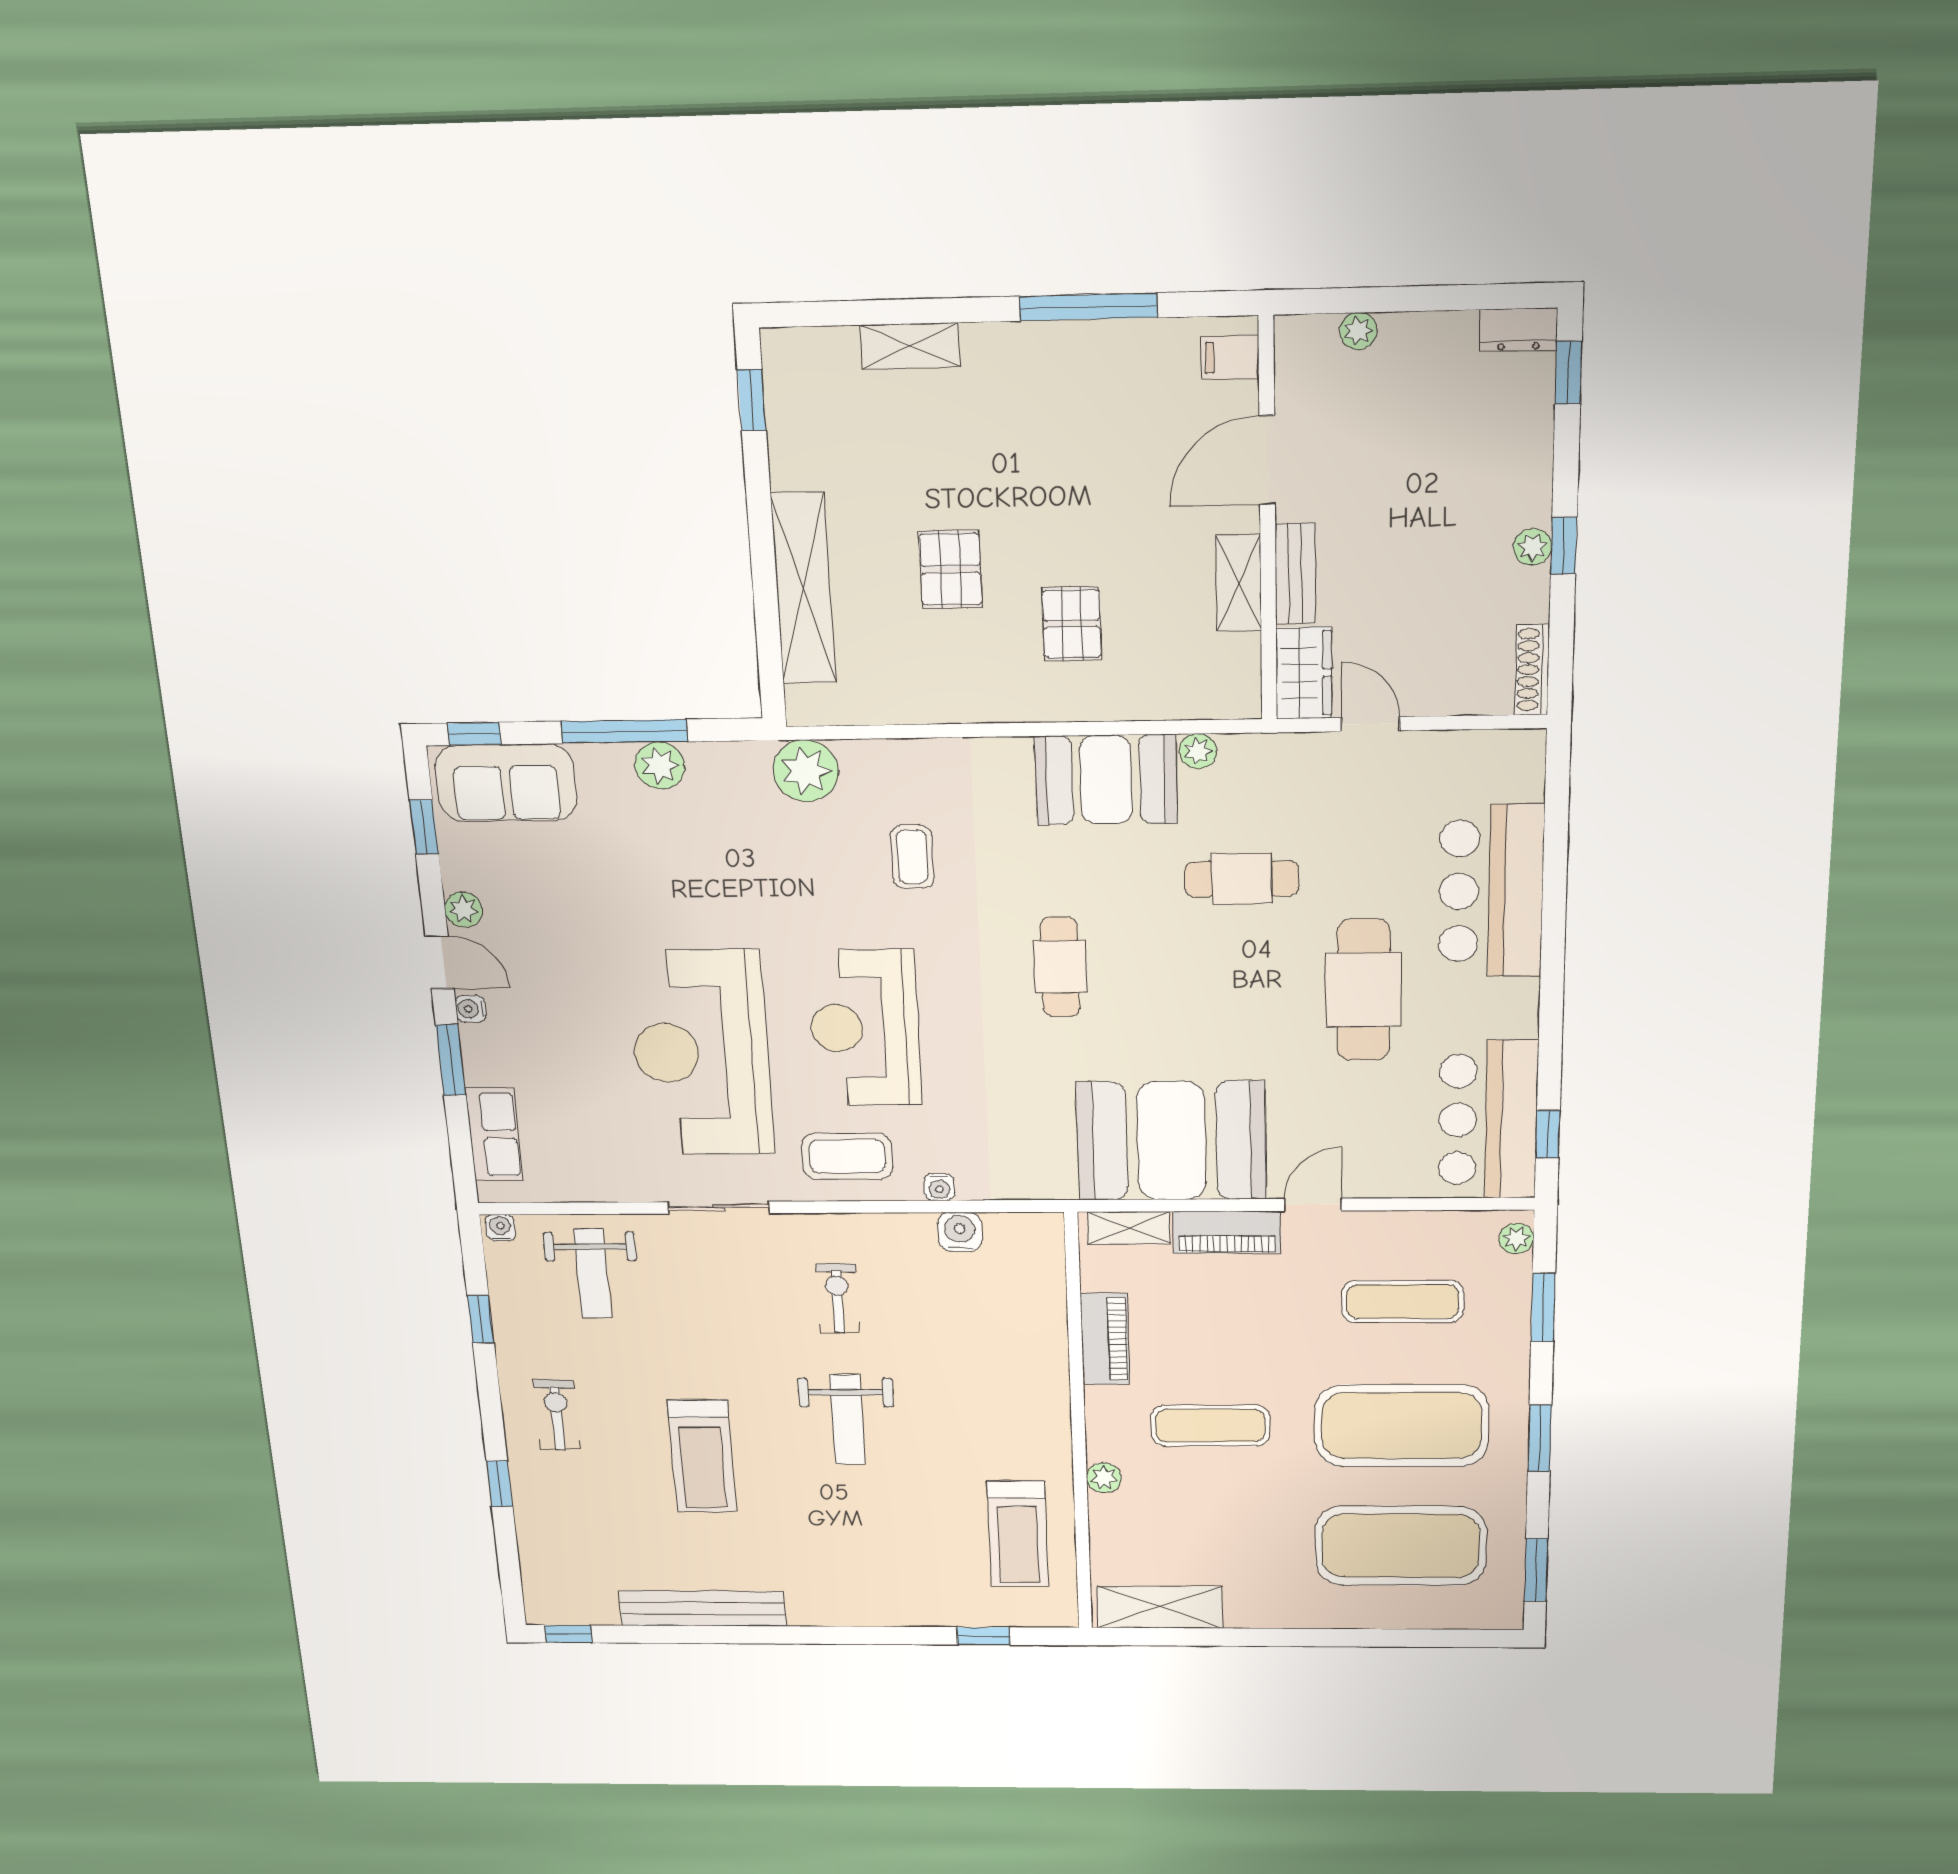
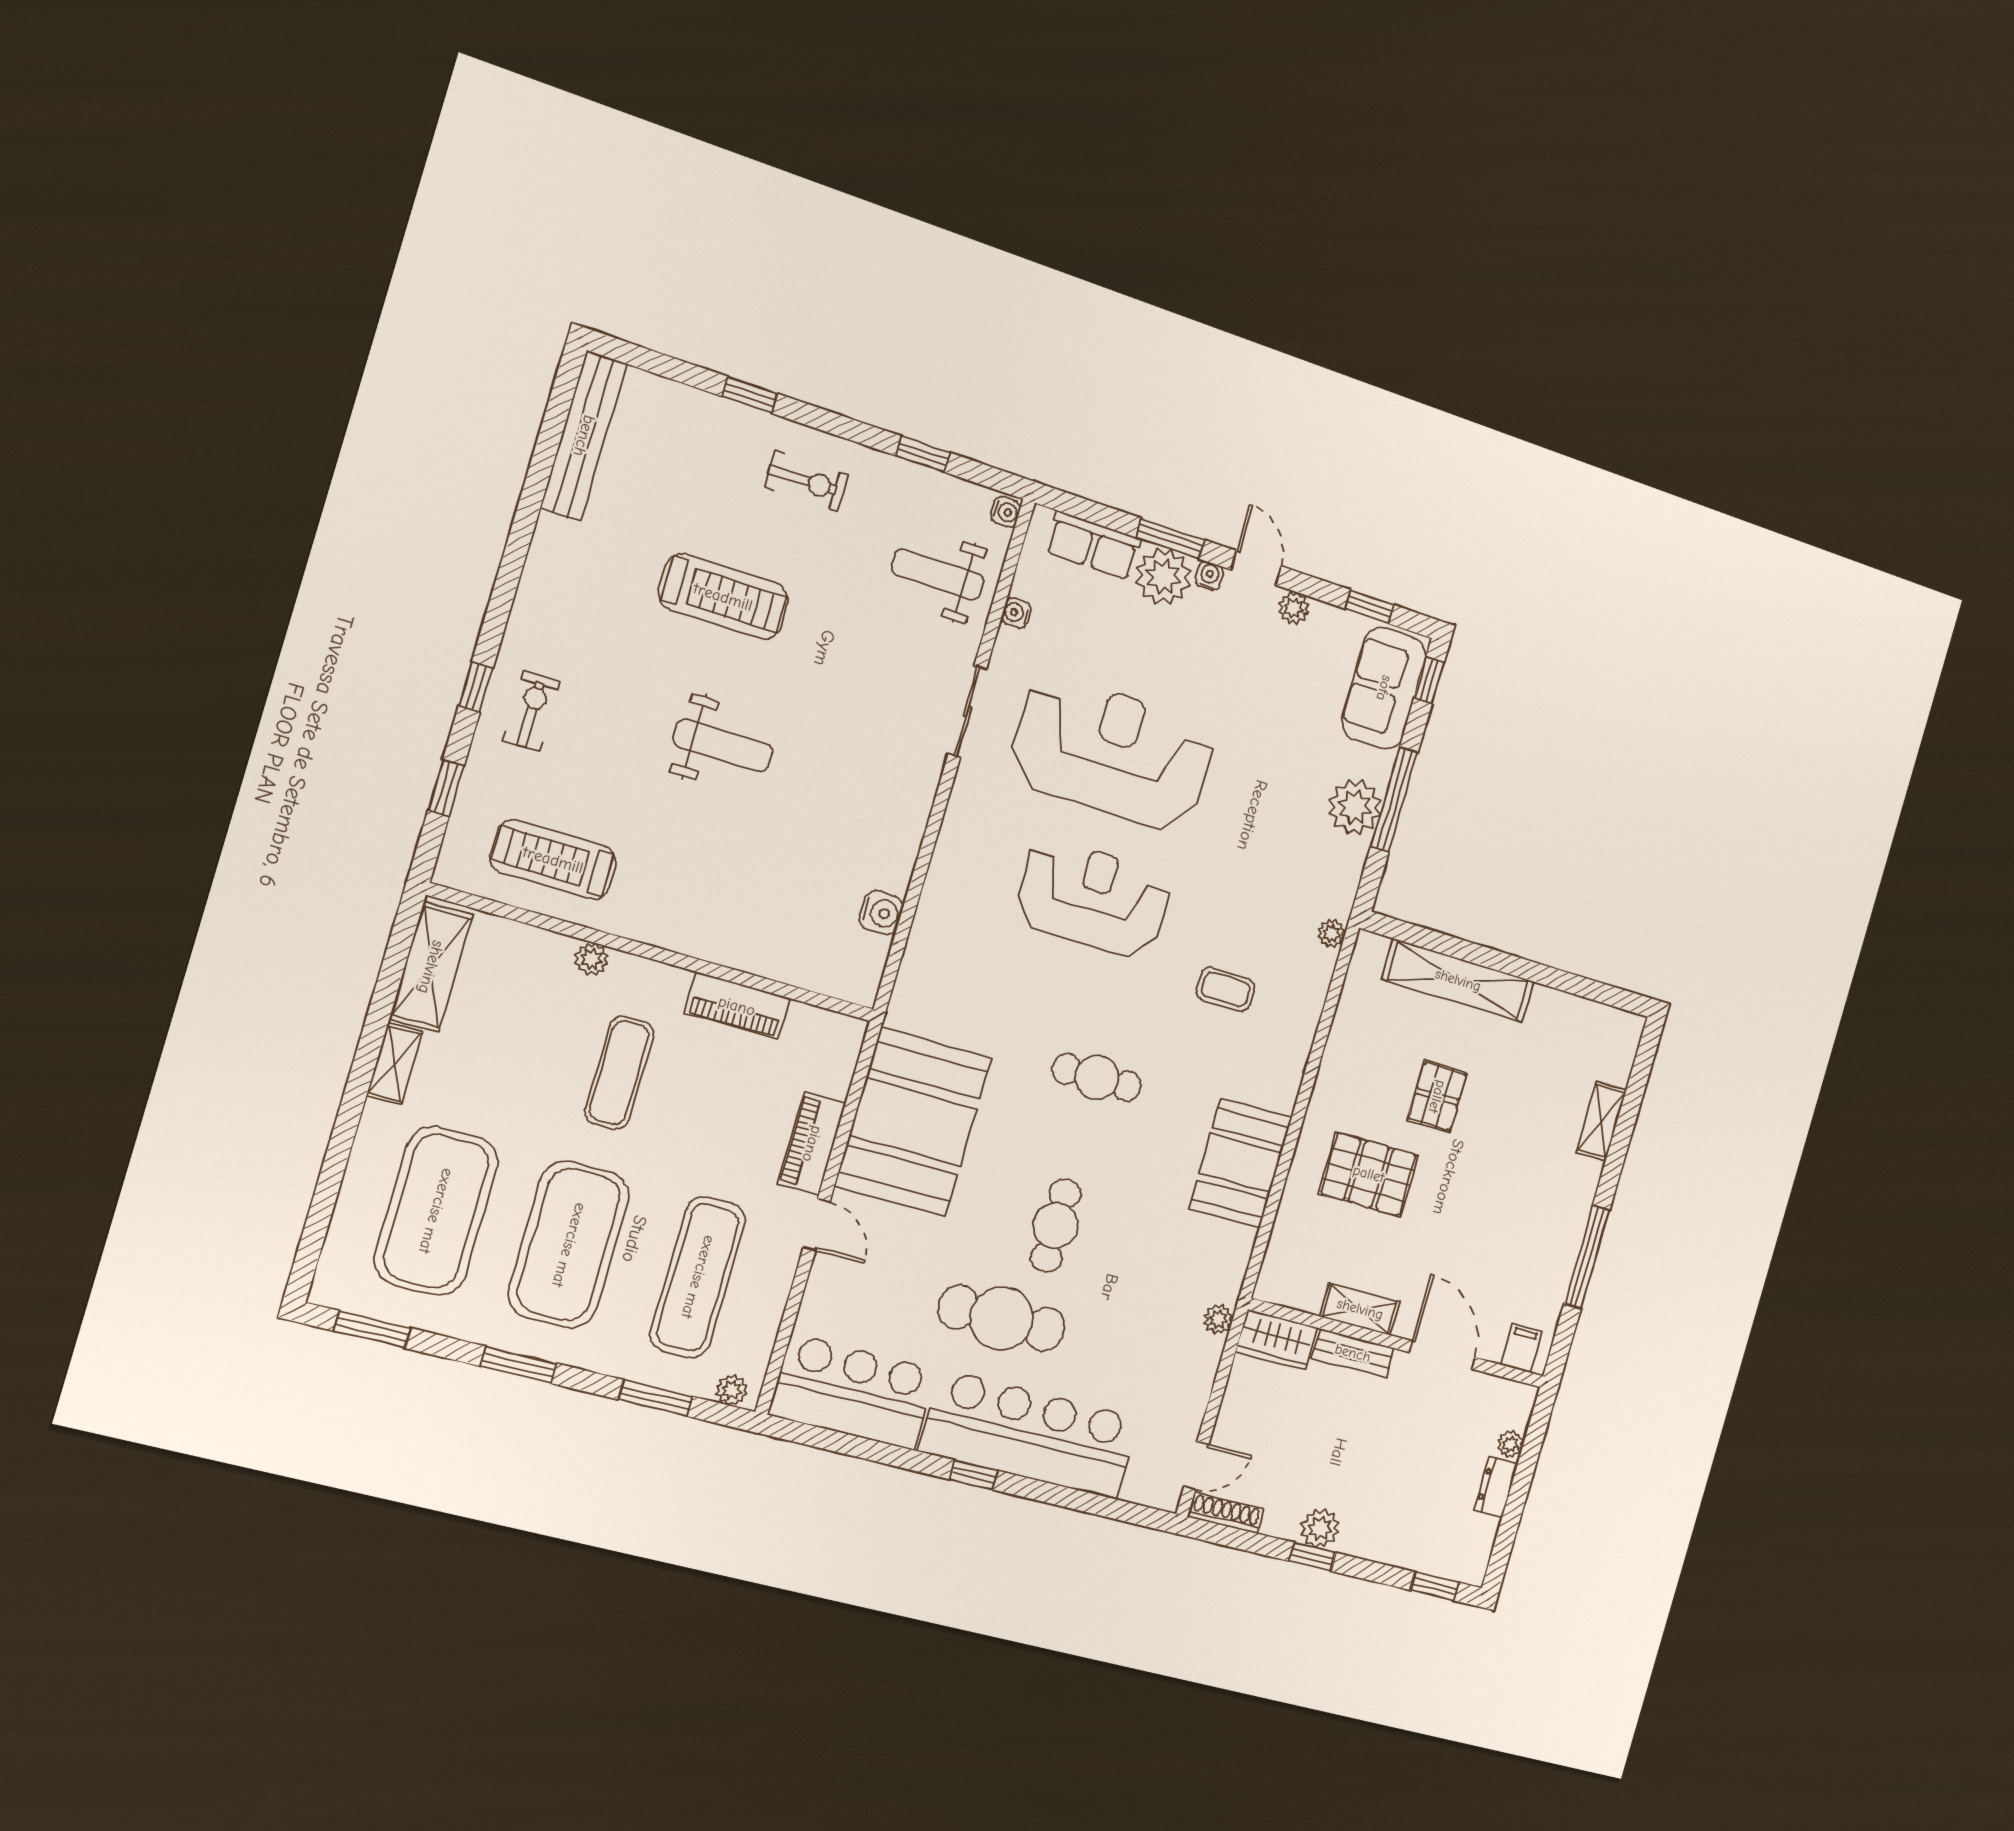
dresser: (1519, 330) -> (1496, 1487), moved
window: (752, 400) -> (1601, 993), removed
plant: (1532, 547) -> (1320, 1528), width x1.38, depth x1.38
pallet: (951, 569) -> (1437, 1097), turned 90
pallet: (1072, 624) -> (1369, 1174), width x1.50, depth x1.42
door: (1370, 724) -> (1196, 1466), moved
plant: (1198, 751) -> (1218, 1319), moved
plant: (660, 766) -> (1355, 807), width x1.36, depth x1.36
plant: (806, 771) -> (1331, 933), width x0.53, depth x0.53
cafe table: (1242, 879) -> (1056, 1226), moved
bar counter: (1491, 891) -> (1030, 1435), width x1.36
door: (440, 962) -> (1256, 568), swing flipped
plant: (493, 1055) -> (1163, 577), added
window: (1548, 1134) -> (974, 1475), moved
coffee table: (847, 1156) -> (982, 841), removed
water cooler: (939, 1187) -> (1016, 613), moved
shelving: (1129, 1228) -> (395, 1064), moved
exercise bike: (837, 1298) -> (532, 711), moved, turned -90
exercise mat: (1403, 1302) -> (698, 1277), width x1.36, depth x1.45
weight bench: (847, 1419) -> (723, 745), turned 180
treadmill: (702, 1456) -> (723, 597), turned 180
bench: (703, 1608) -> (584, 436), moved
window: (568, 1634) -> (476, 687), moved

